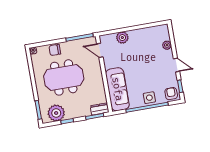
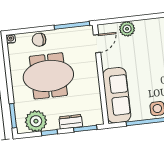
door: (100, 50) -> (97, 44), swing flipped
dresser: (100, 109) -> (71, 122), moved

